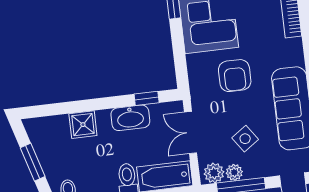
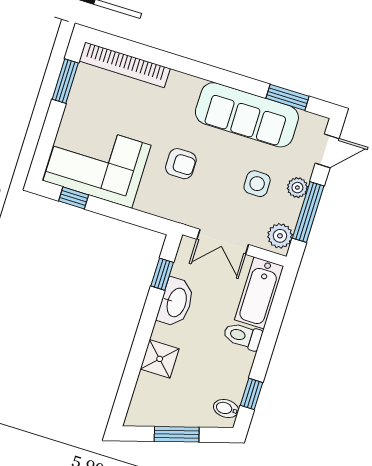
armchair: (235, 76) -> (181, 164), width x0.72, depth x0.72
side table: (245, 139) -> (257, 184), turned 35
plant: (234, 172) -> (297, 188), moved

